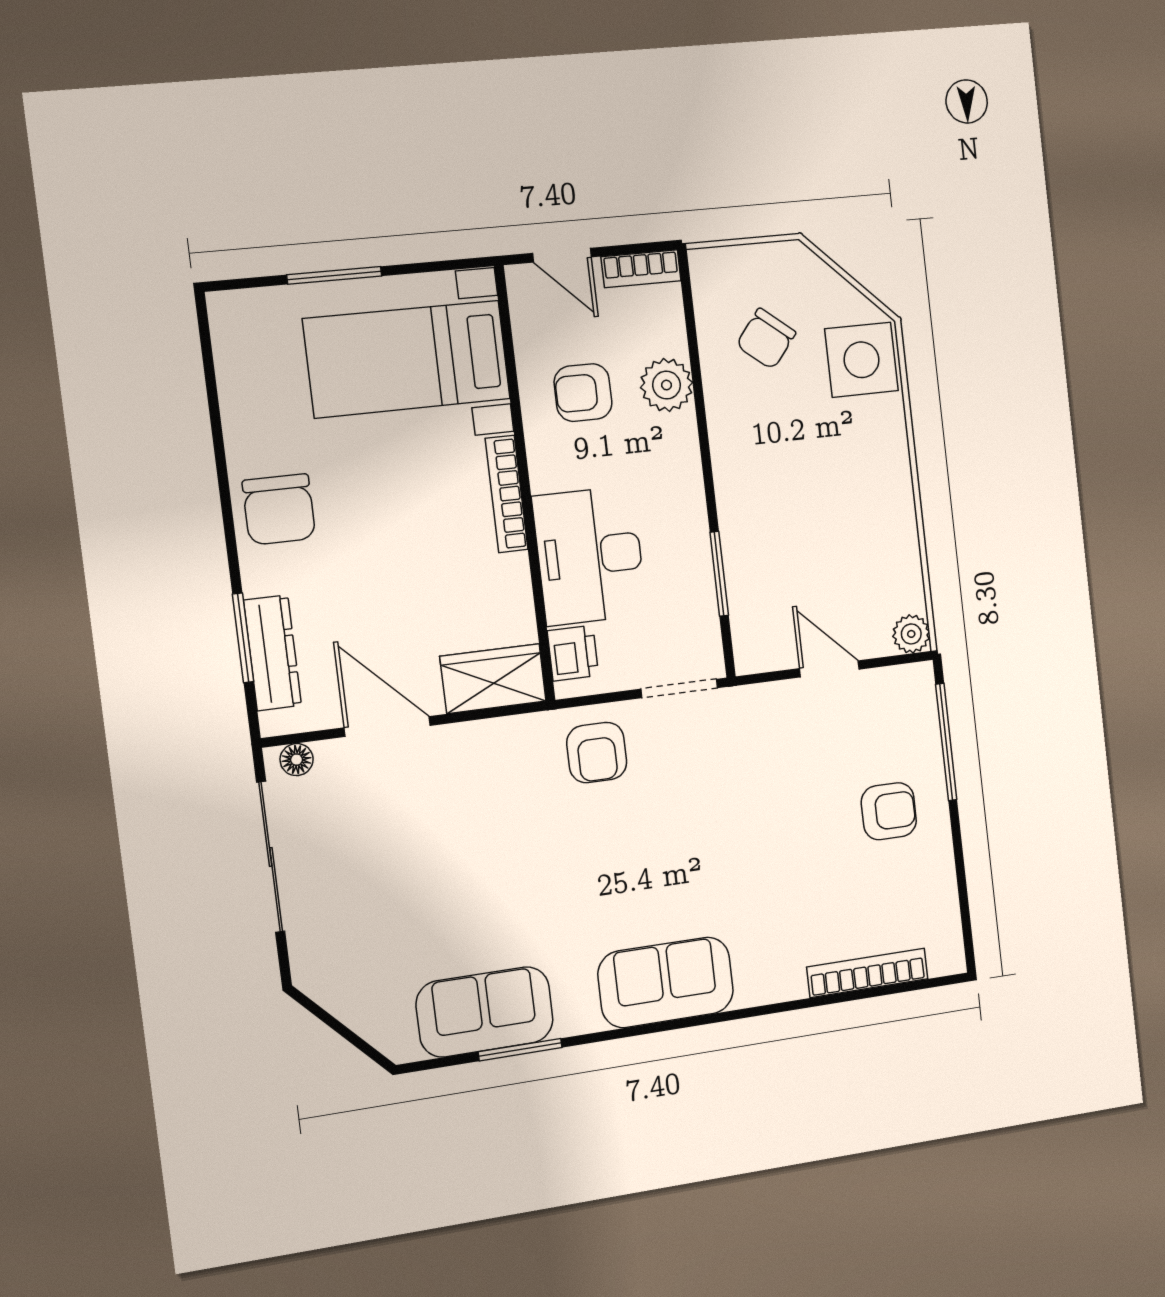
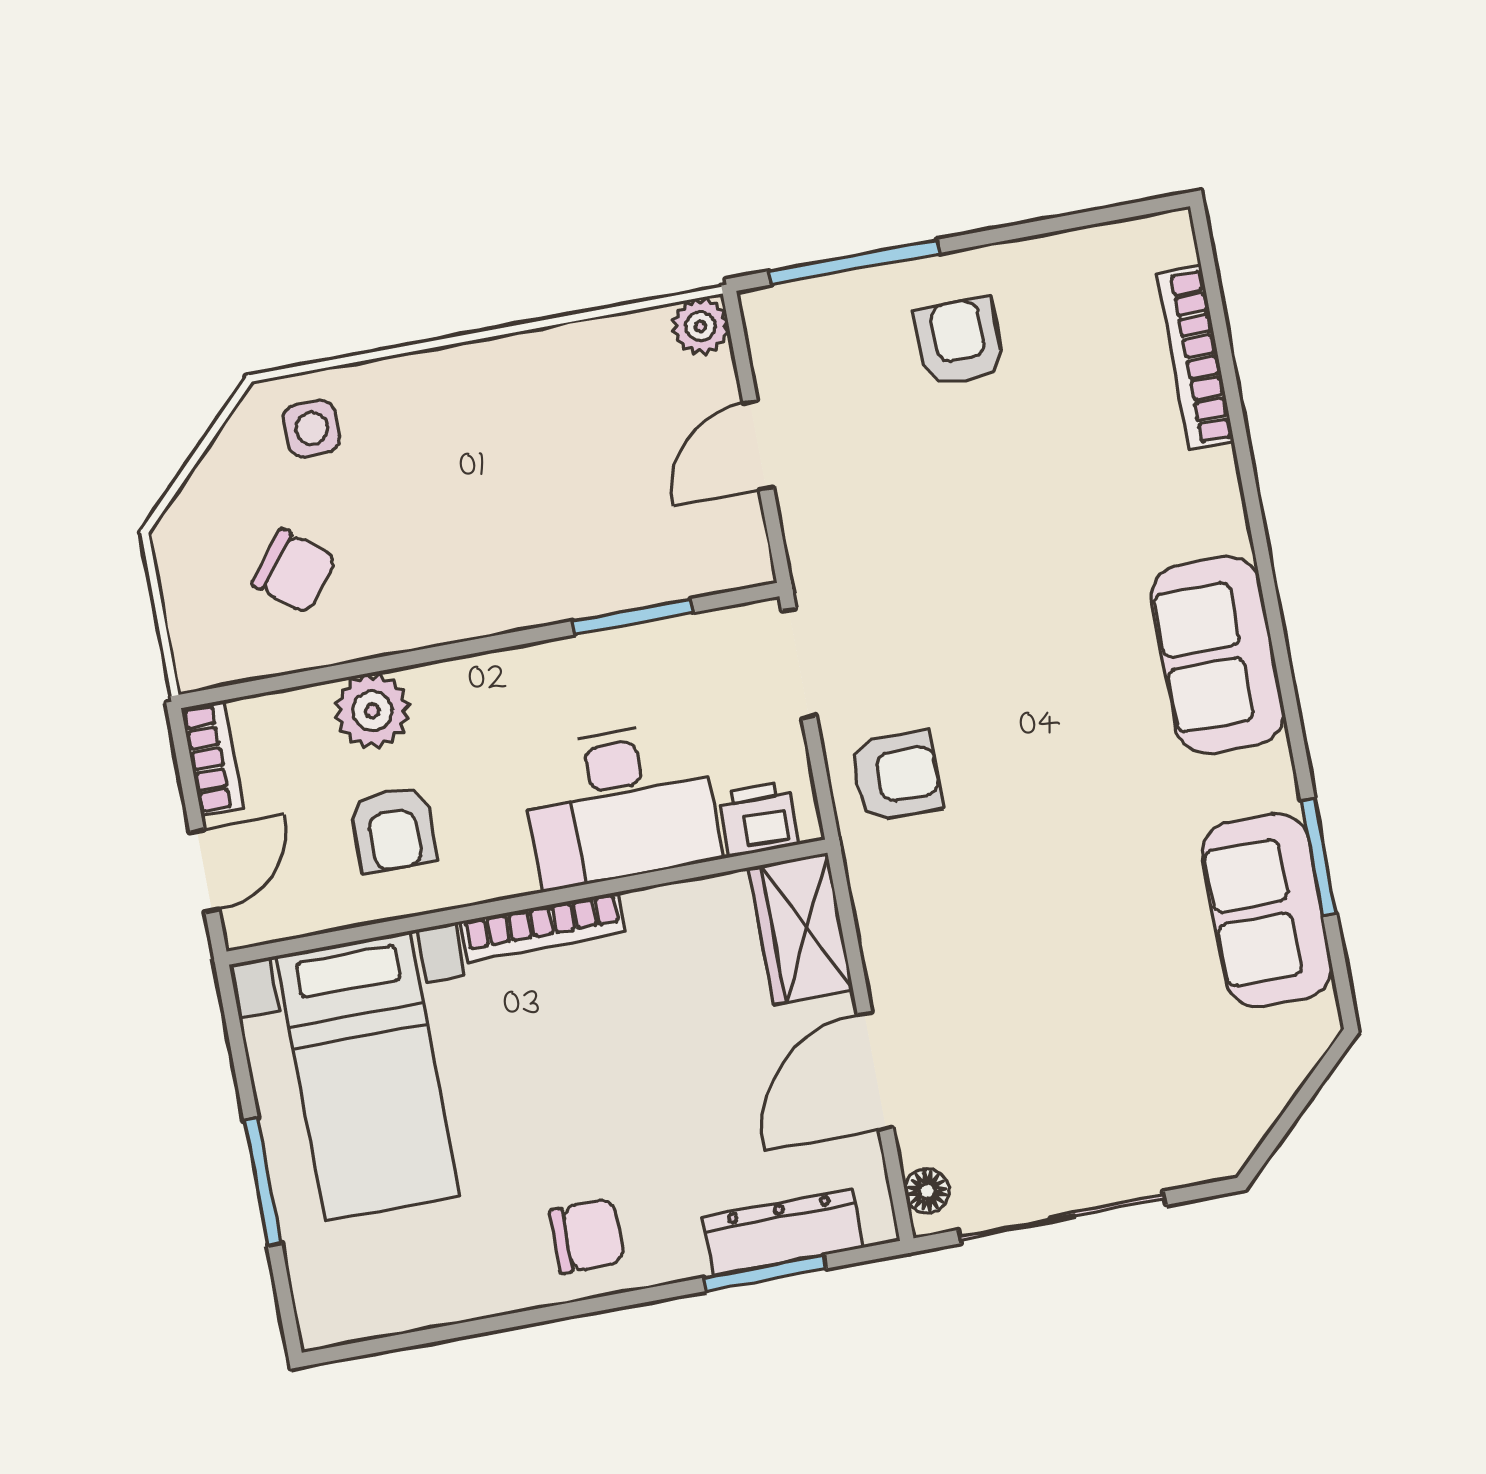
side table: (861, 360) -> (312, 429), width x0.54, depth x0.54
chair: (279, 509) -> (587, 1236), width x0.73, depth x0.73

